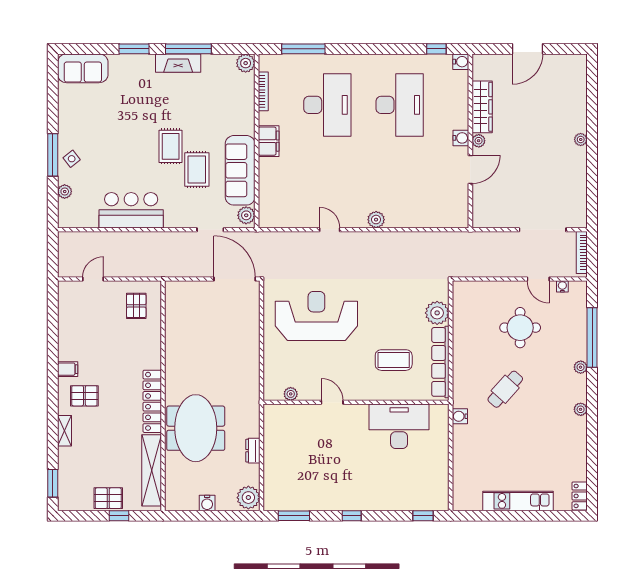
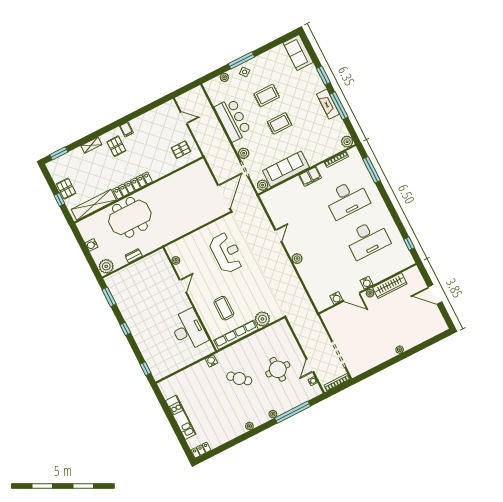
water cooler: (461, 62) -> (336, 298), moved
rug: (197, 170) -> (267, 95), moved
plant: (187, 219) -> (244, 153), added
reception desk: (316, 316) -> (226, 253), width x0.74, depth x0.77

